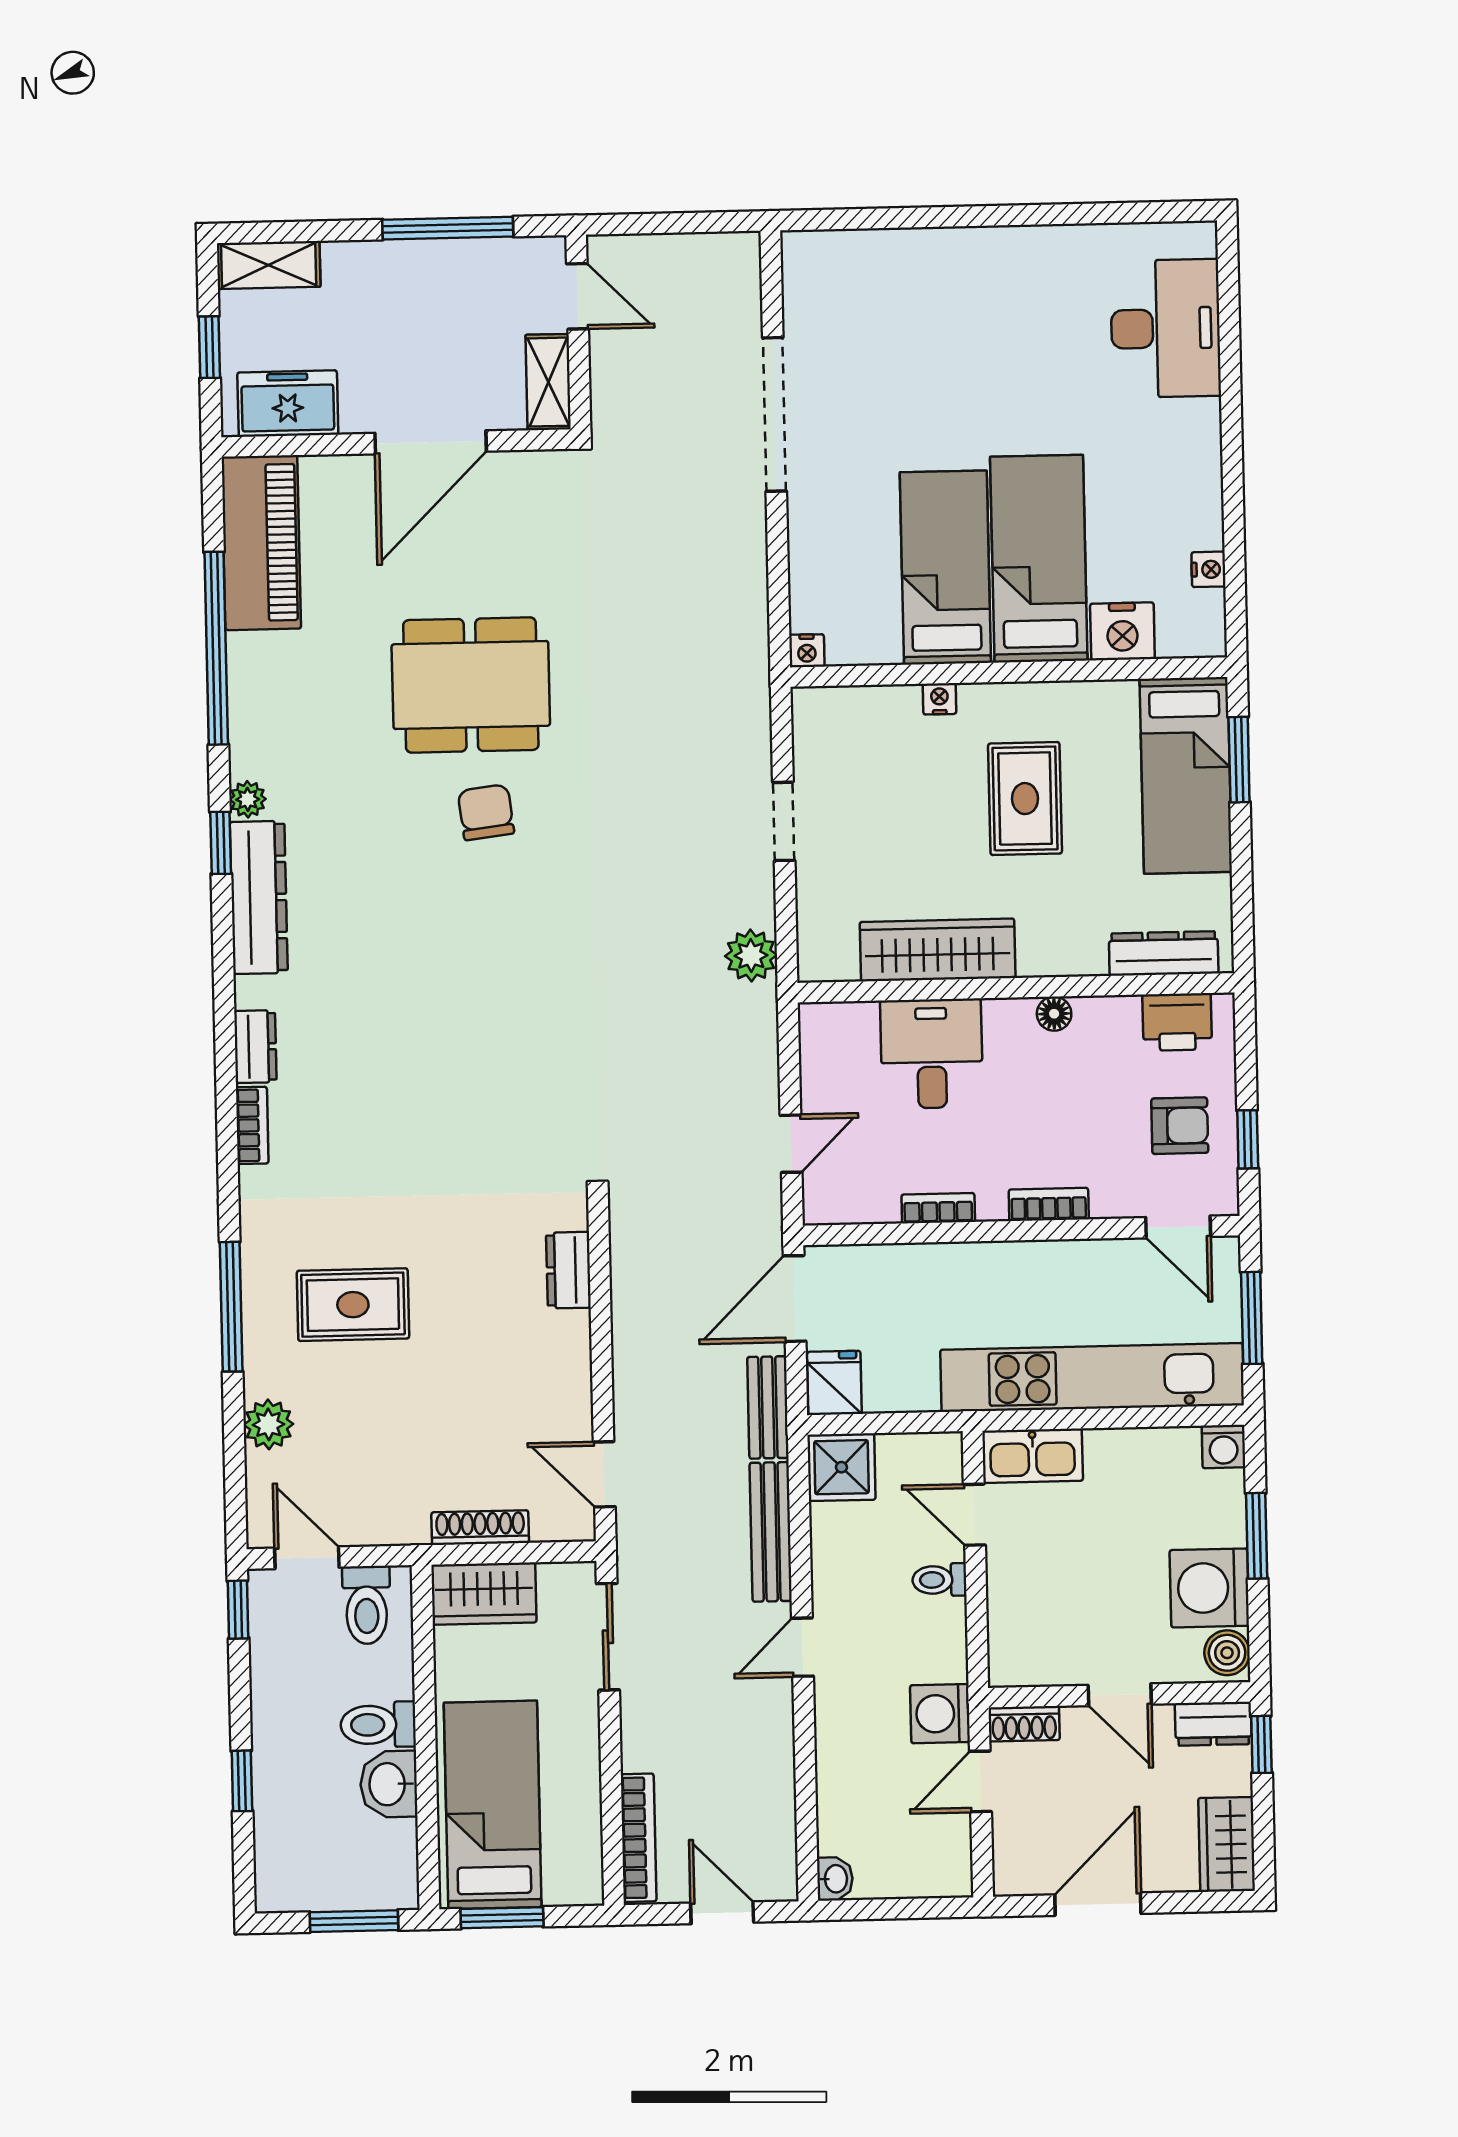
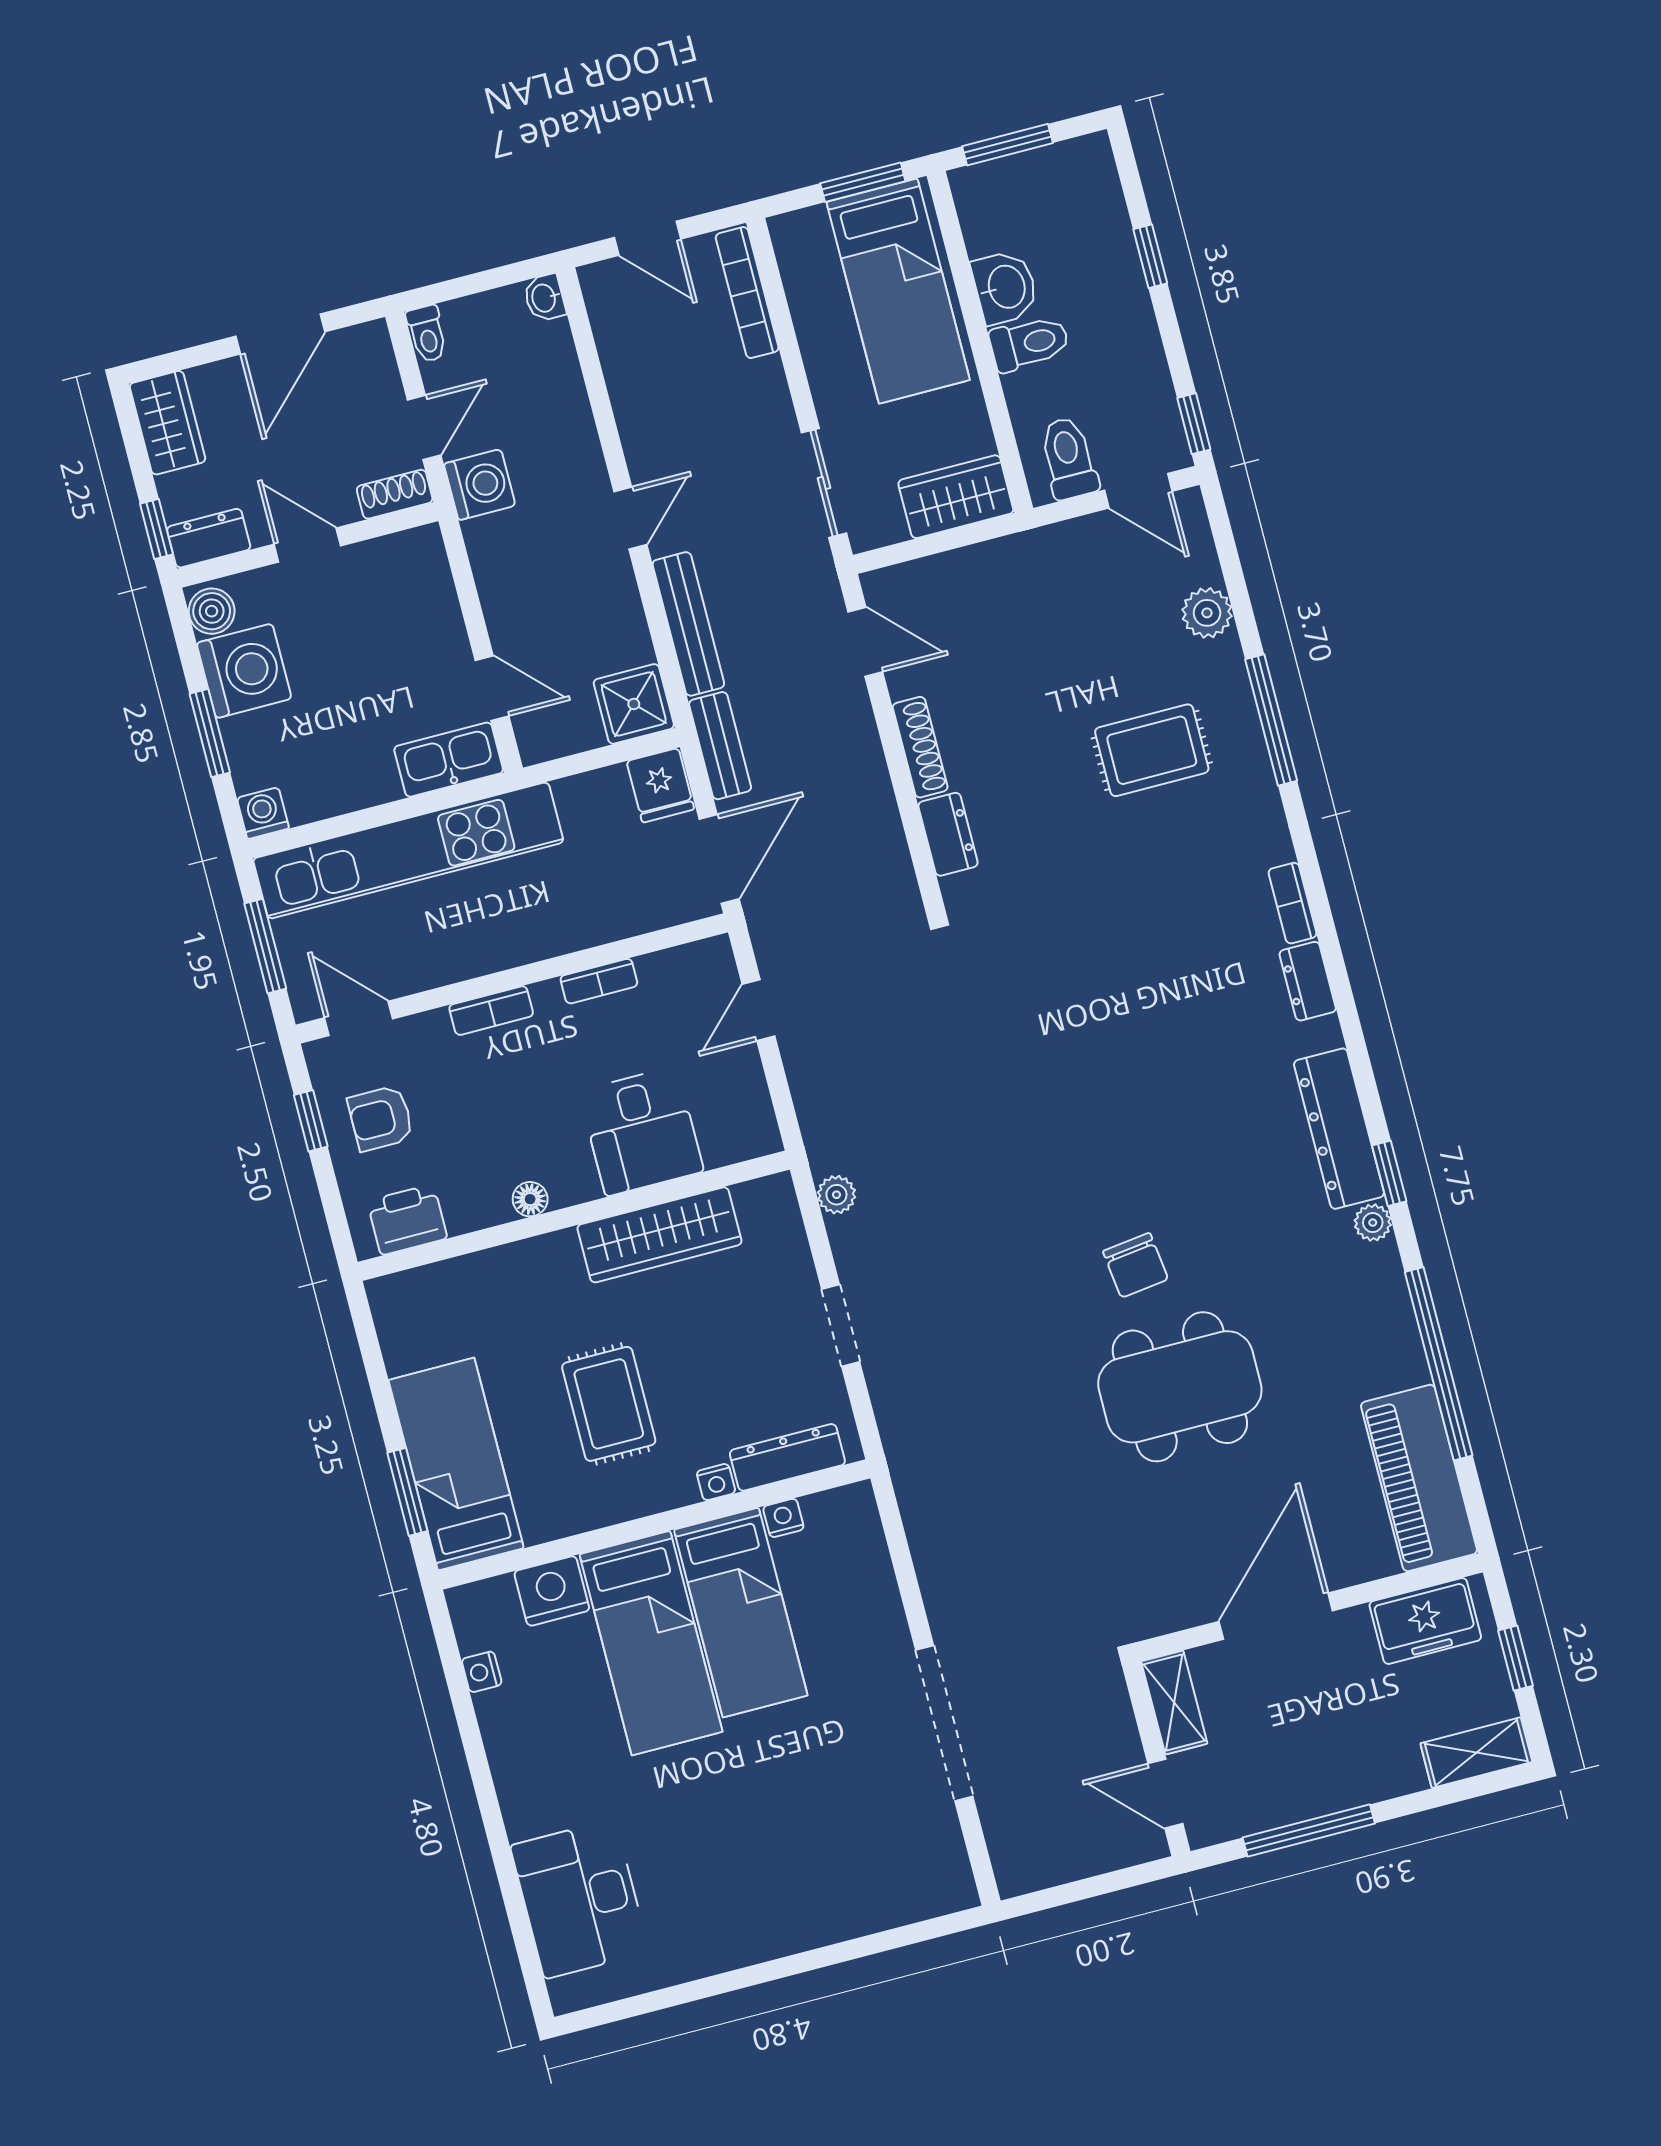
nightstand: (807, 651) -> (783, 1518), moved
dresser: (1164, 953) -> (787, 1457), moved, turned 180
plant: (751, 956) -> (836, 1195), width x0.73, depth x0.73
shoe rack: (480, 1528) -> (920, 747), moved, turned -90
toilet: (939, 1580) -> (427, 334), moved, turned 90

